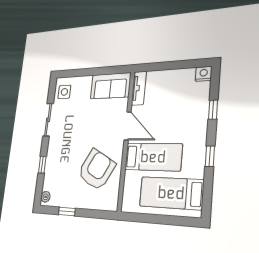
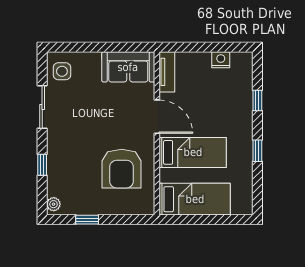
nightstand: (204, 74) -> (221, 60), moved
armchair: (96, 170) -> (122, 169), turned 151
bed: (171, 193) -> (195, 199), moved, turned 180

